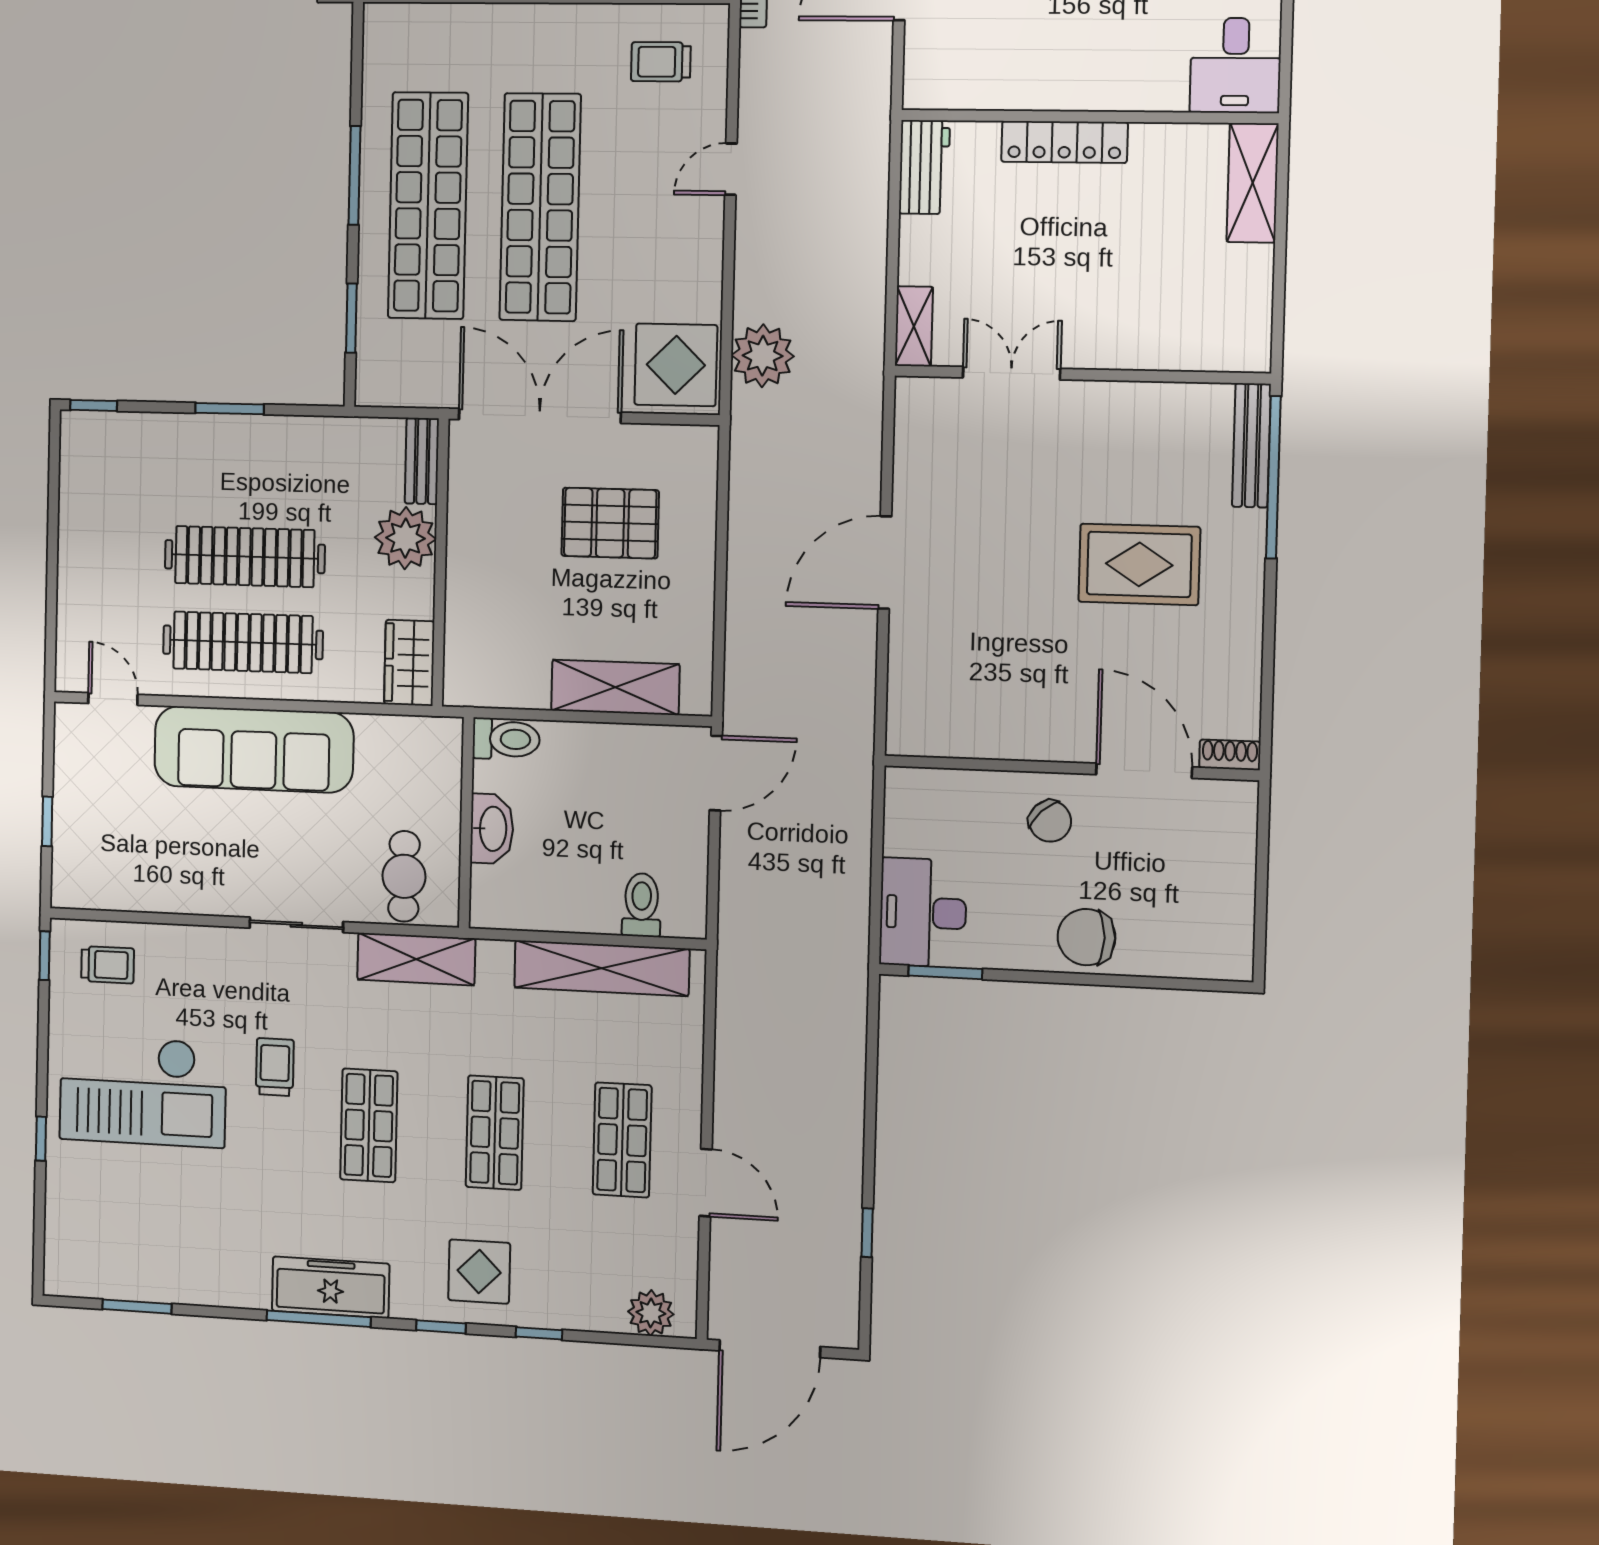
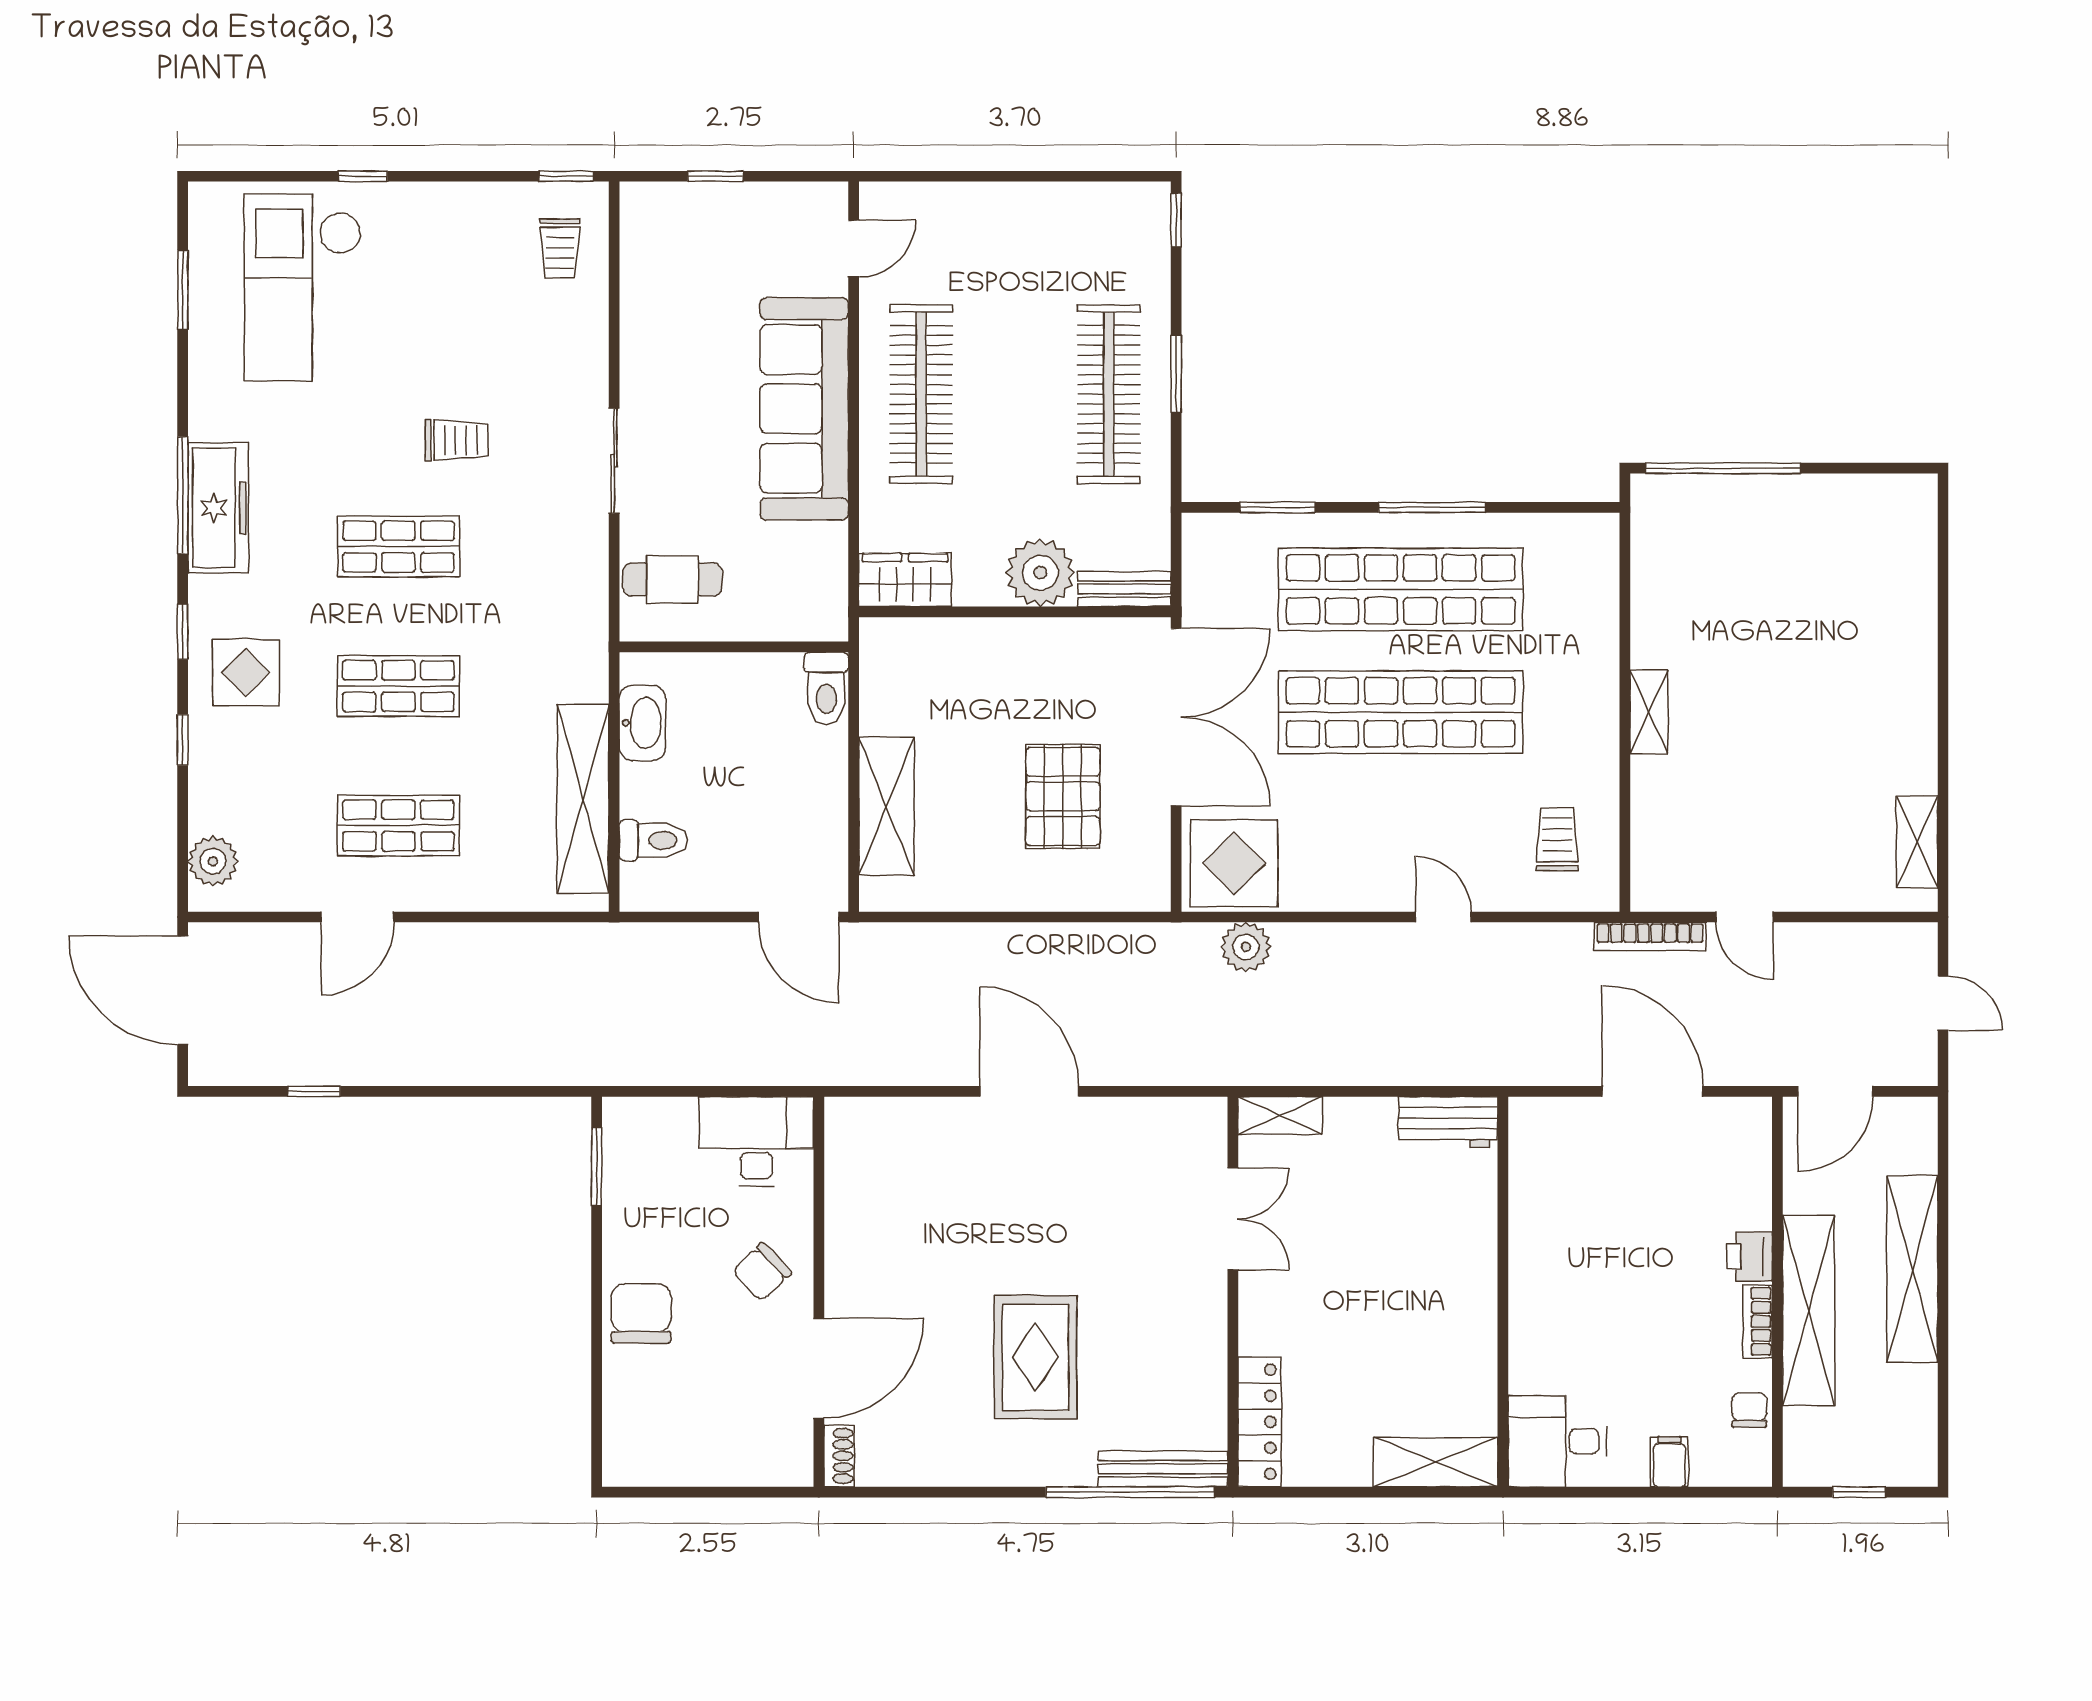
locker: (1064, 142) -> (1260, 1422), moved, turned 180
plant: (763, 356) -> (1246, 947), width x0.73, depth x0.73
clothes rail: (245, 557) -> (1109, 394), moved
washbasin: (492, 829) -> (642, 723), moved, turned -90
desk: (923, 913) -> (756, 1141), moved
shelving: (416, 959) -> (583, 595), removed
checkout: (143, 1091) -> (303, 288), moved

